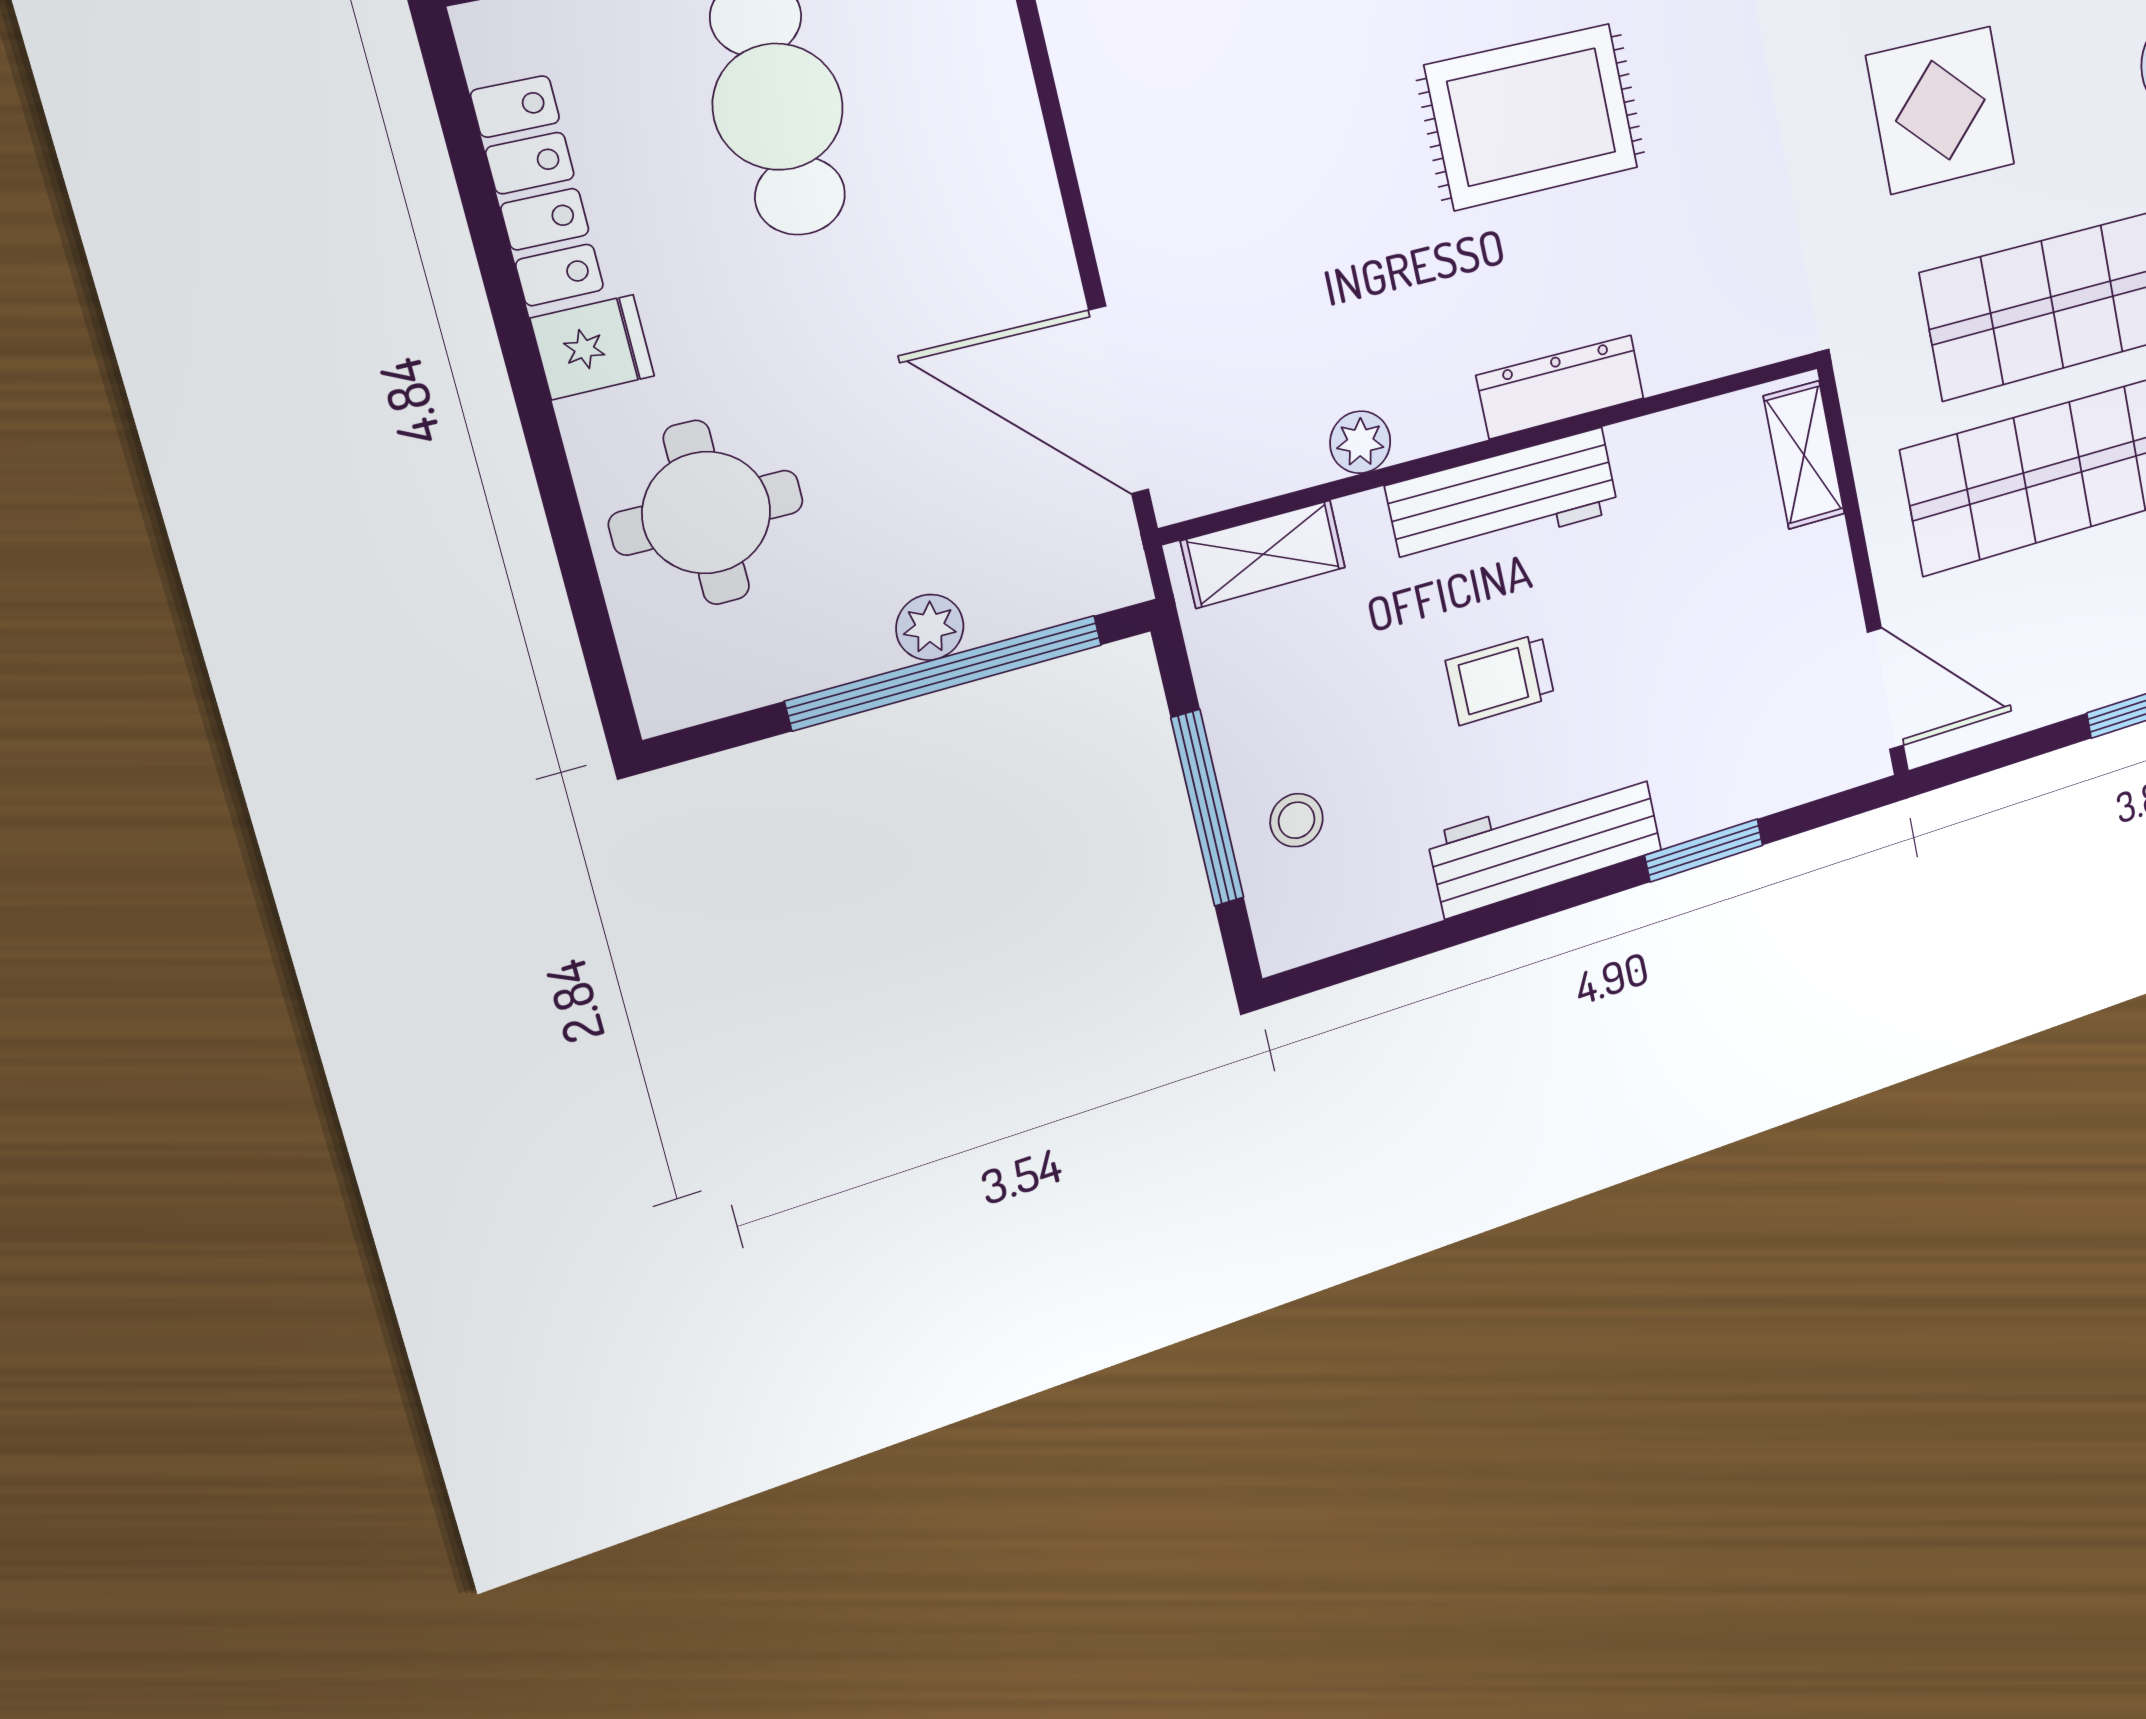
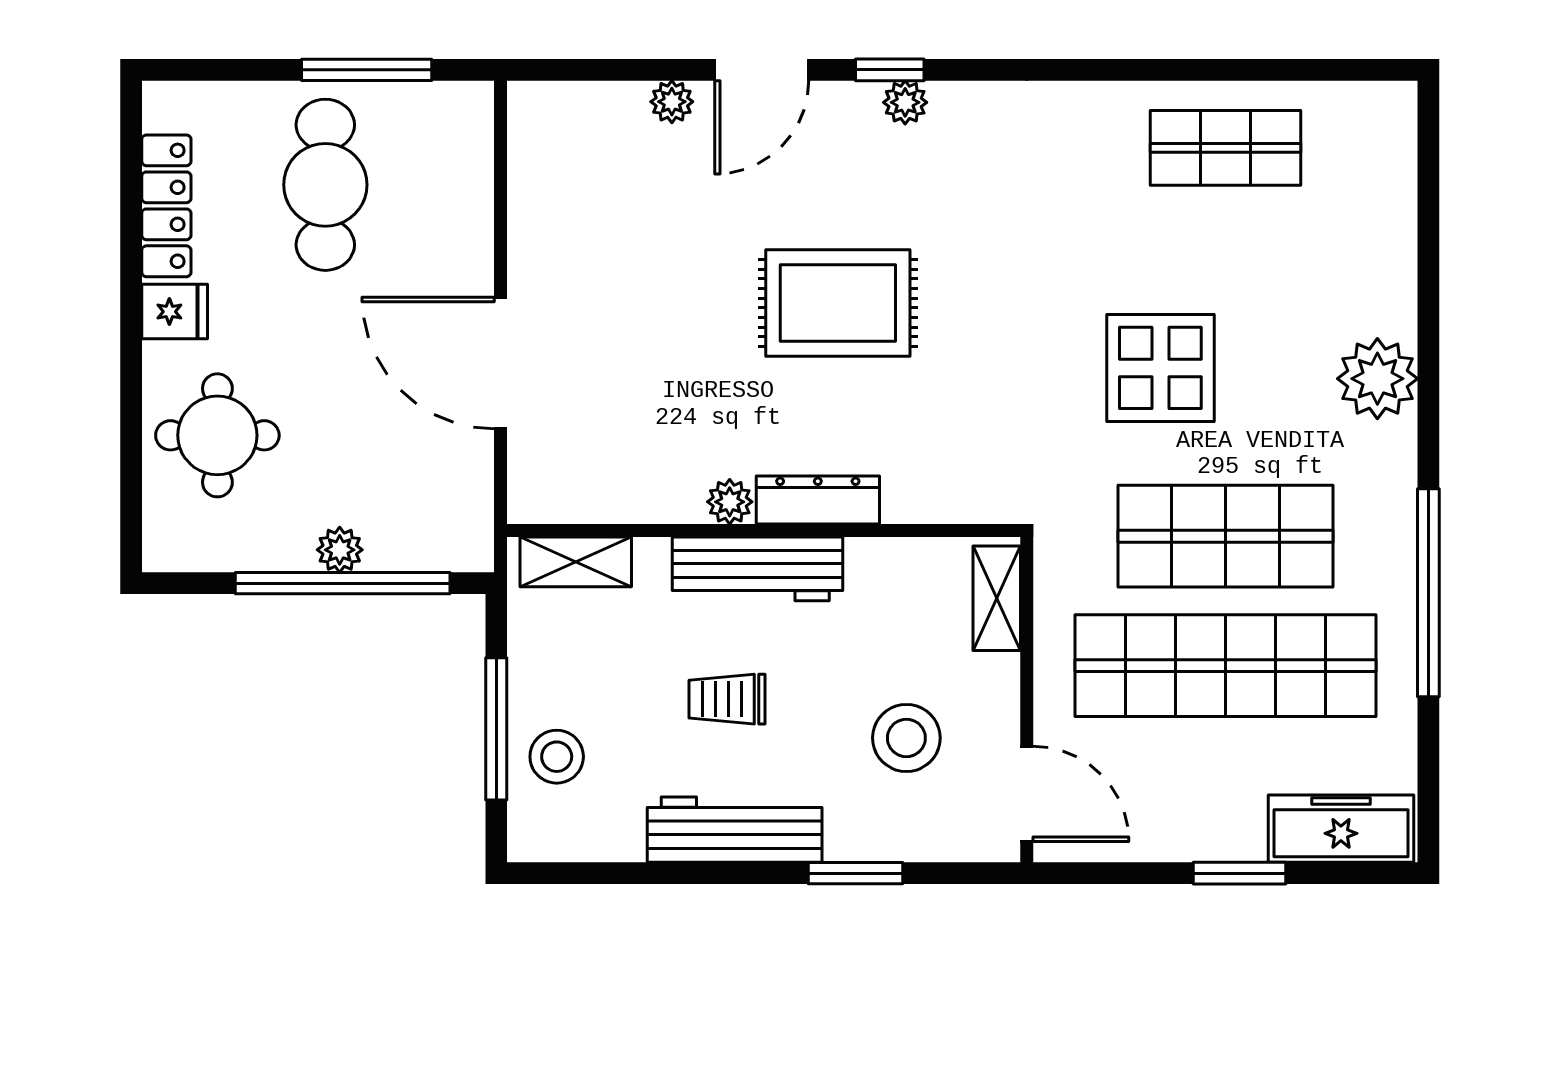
door: (1119, 400) -> (501, 363), moved
plant: (1360, 442) -> (730, 502), moved
stool: (1731, 663) -> (906, 738), added
stool: (1297, 820) -> (557, 757), width x1.37, depth x1.37

